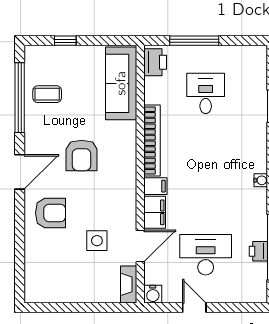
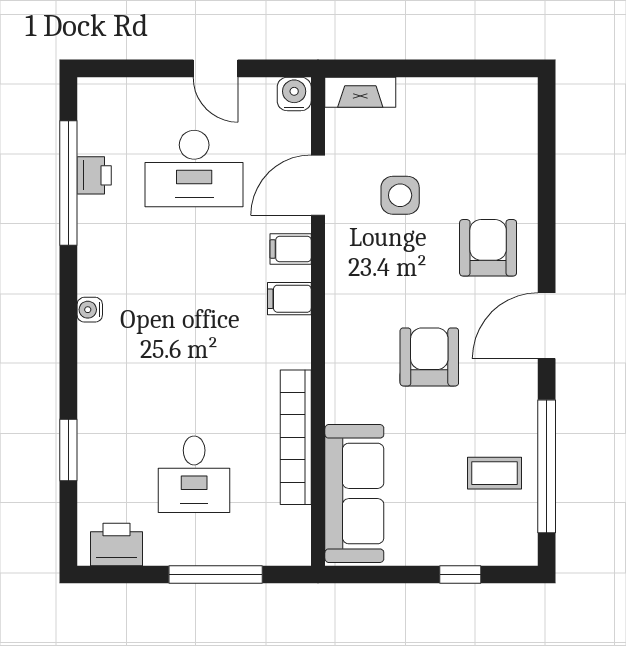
printer: (155, 62) -> (117, 544), moved, turned 90
bookcase: (152, 140) -> (296, 437), moved
filing cabinet: (155, 212) -> (291, 249), width x0.50
armchair: (51, 213) -> (488, 248), turned 90
fireplace: (129, 284) -> (360, 92), moved, turned 90

